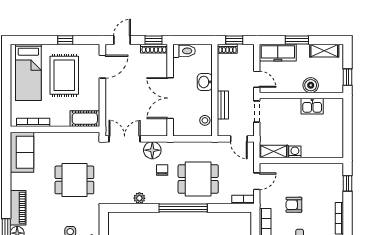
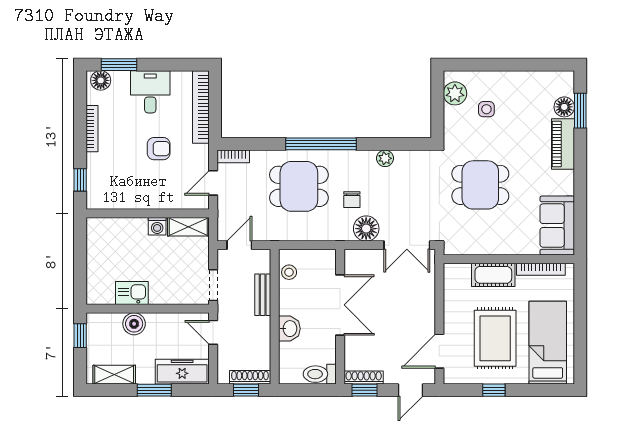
shoe rack: (227, 49) -> (250, 377), width x1.43
cot: (85, 119) -> (493, 275), moved
door: (239, 139) -> (239, 245), hinge flipped

